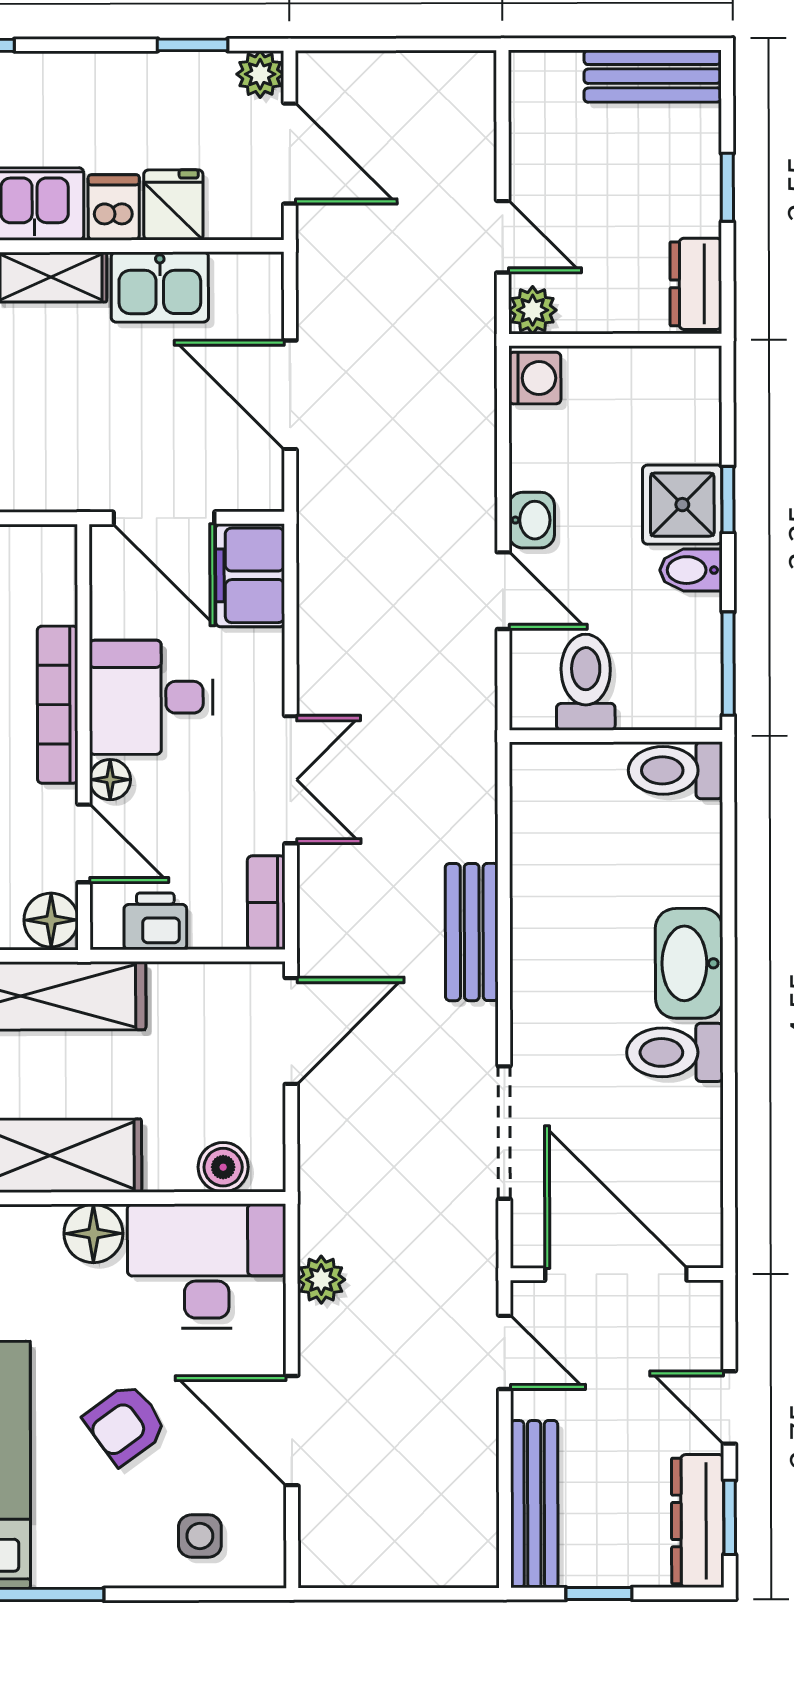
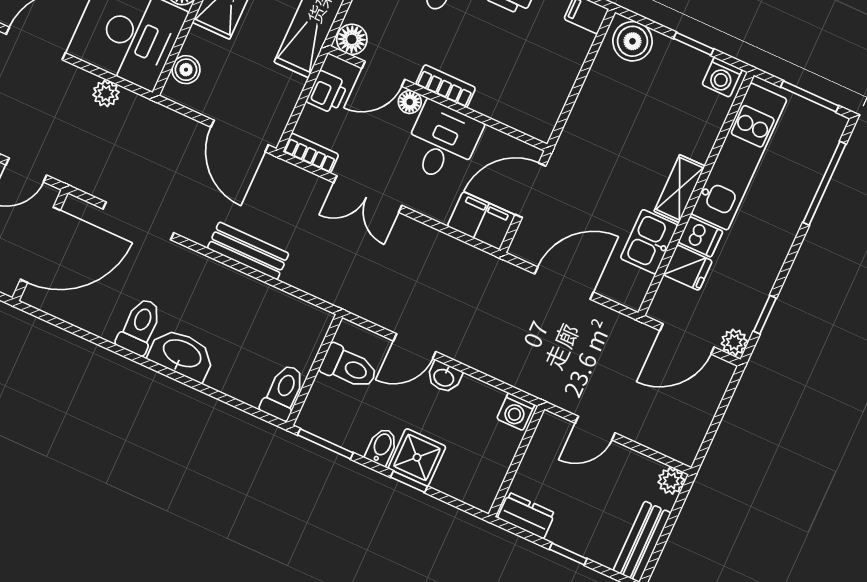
plant: (533, 310) -> (671, 481), moved
bookcase: (58, 705) -> (446, 86), width x0.64

